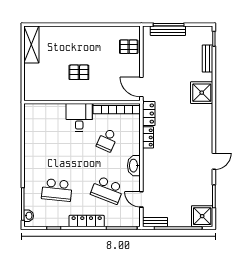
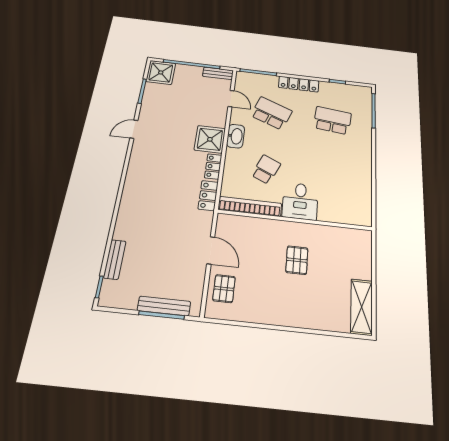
pallet: (129, 47) -> (224, 289), turned 90
pallet: (79, 72) -> (297, 260), turned 90
door: (141, 87) -> (211, 250), moved
shower: (202, 93) -> (210, 139), moved
washbasin: (29, 216) -> (367, 98), removed

